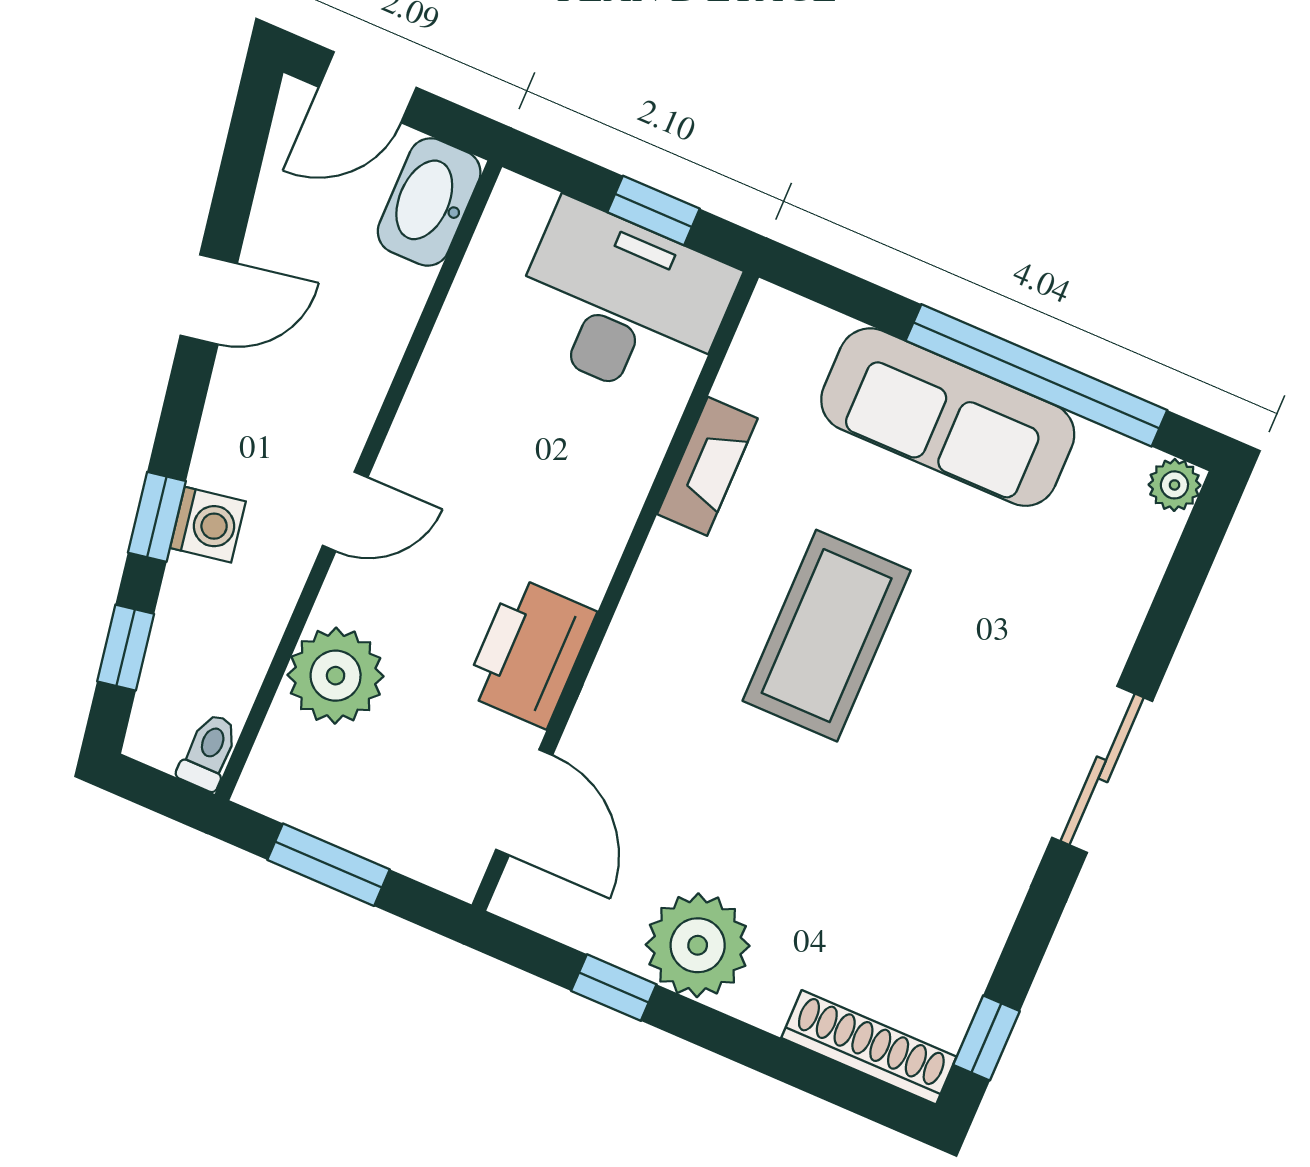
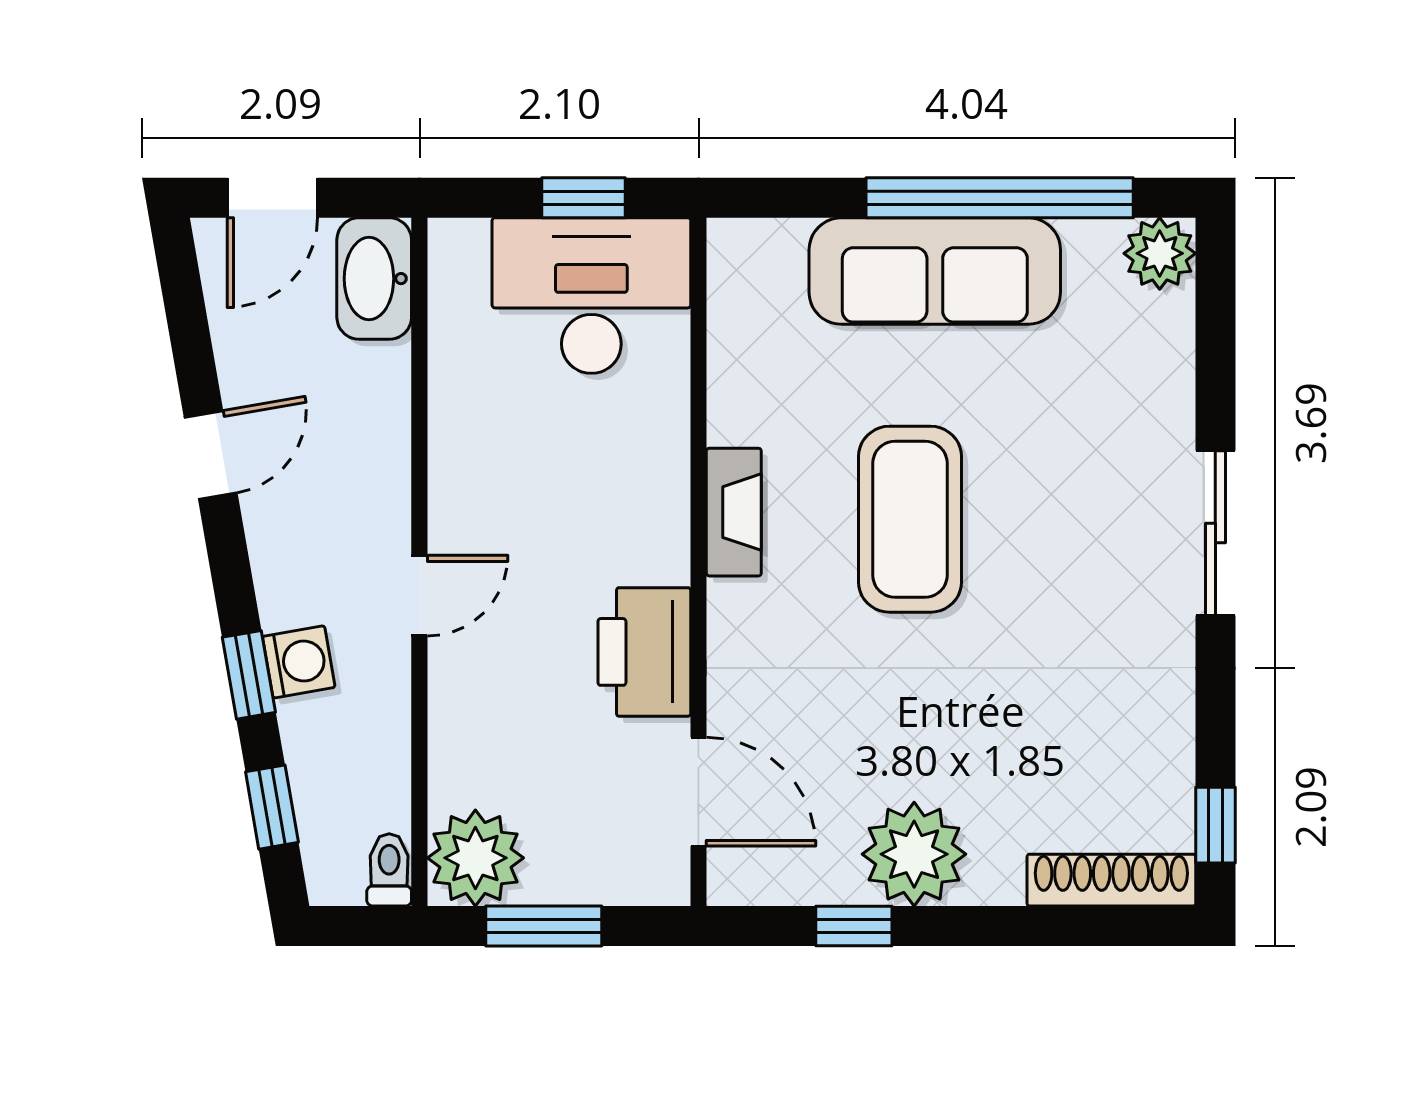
fireplace: (707, 466) -> (734, 512), moved
plant: (1174, 485) -> (1160, 253), width x1.38, depth x1.38
plant: (336, 676) -> (475, 858), moved

